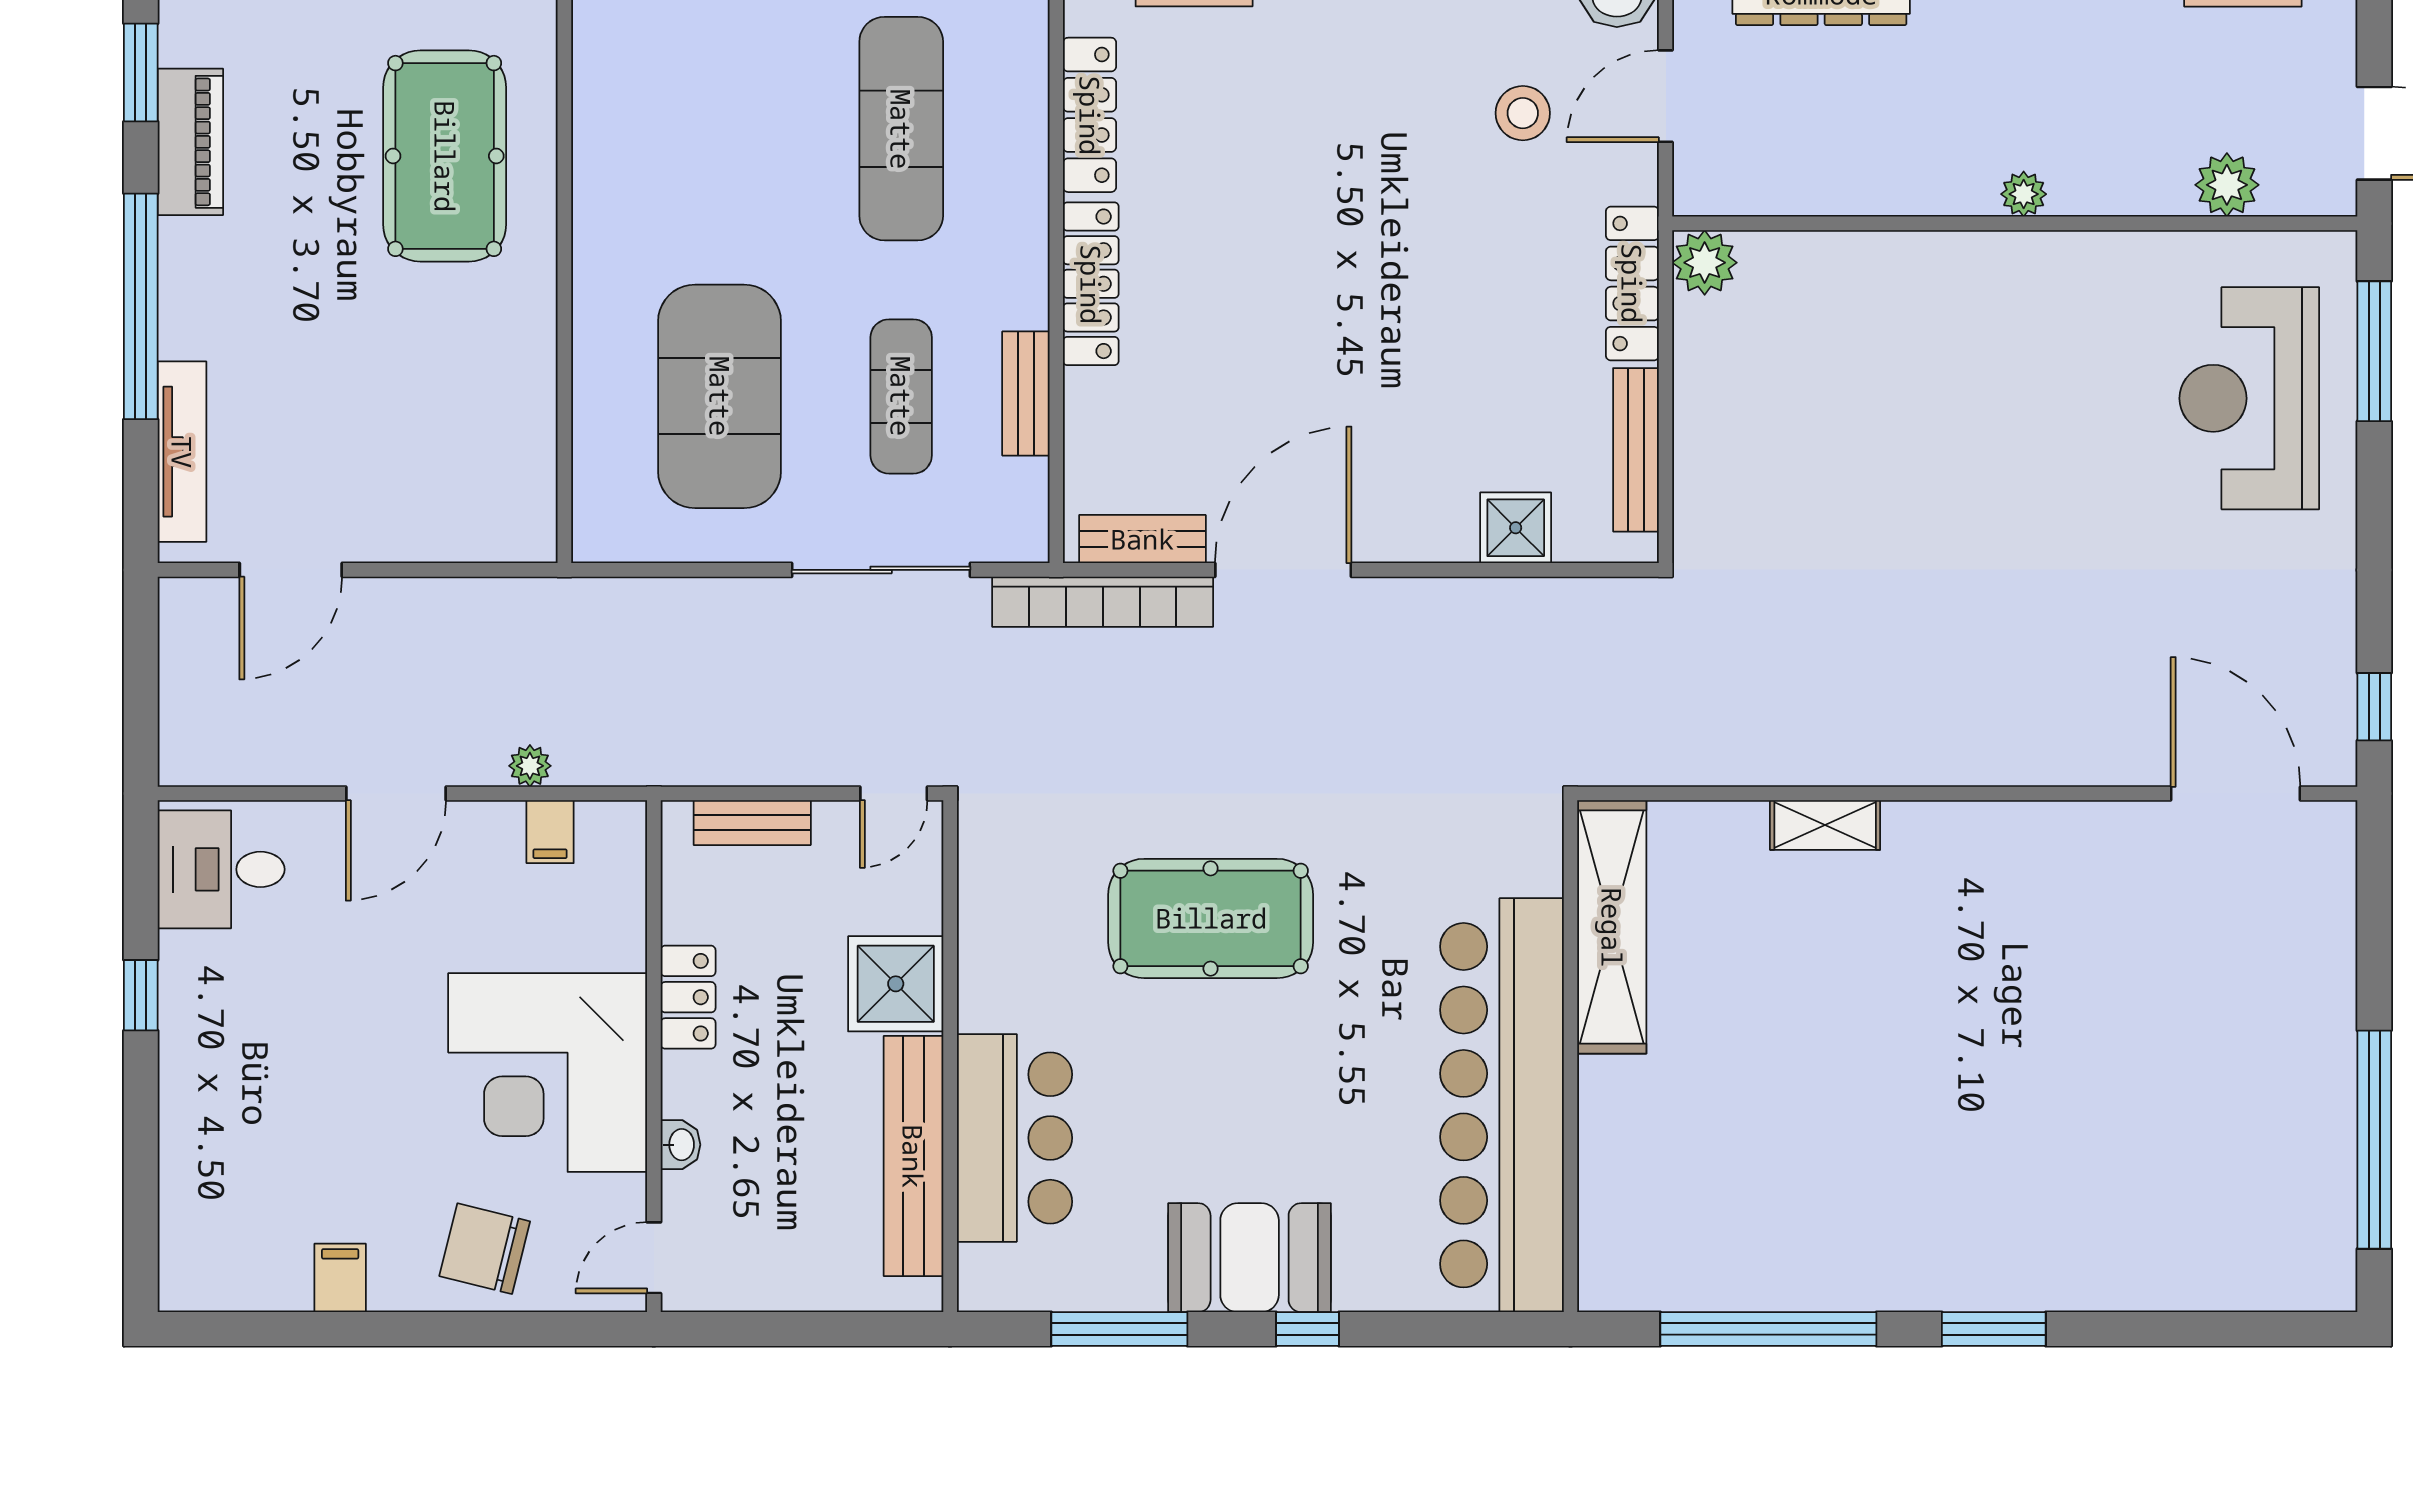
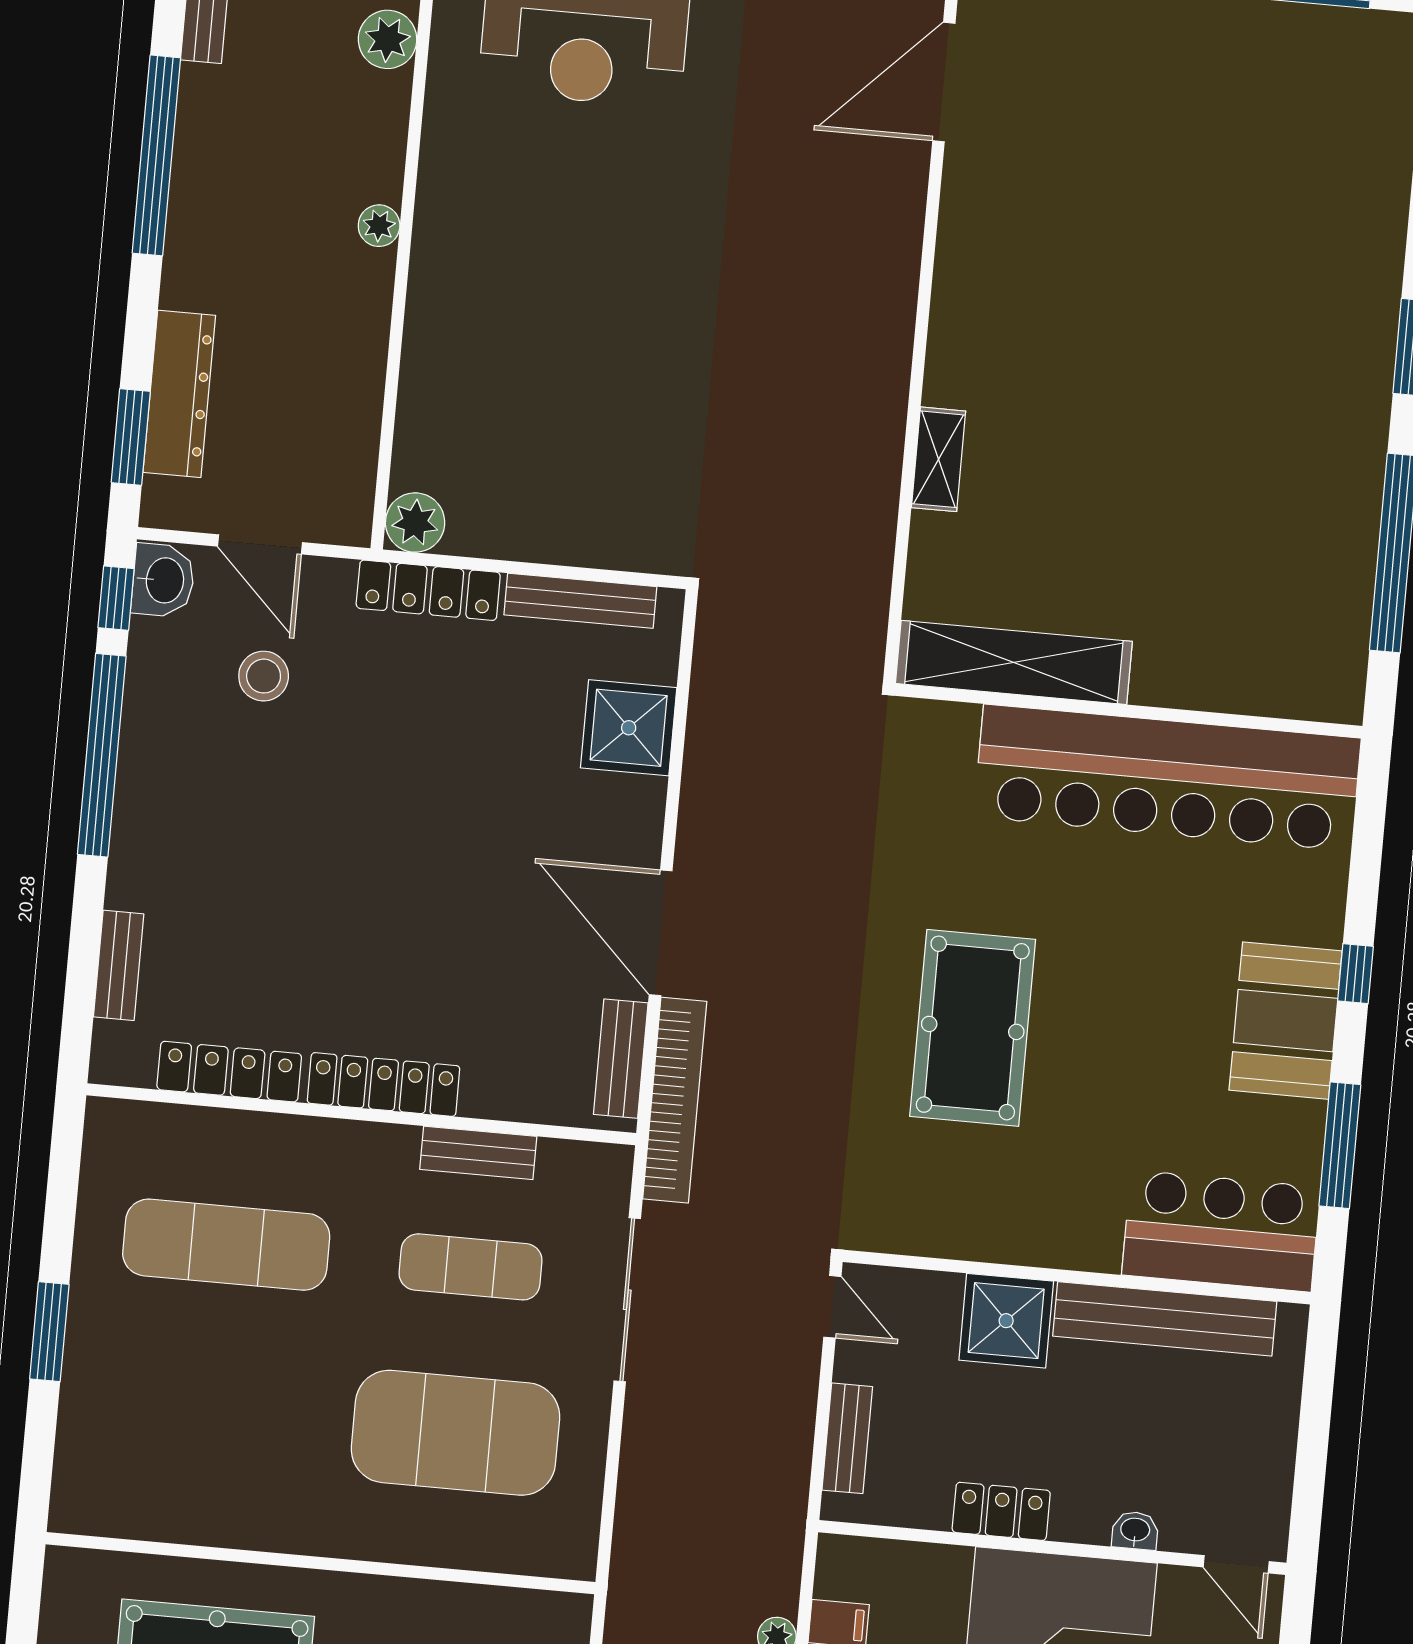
shower: (1516, 528) -> (629, 728), width x1.36, depth x1.36
bar counter: (1014, 1138) -> (1221, 1231), moved

